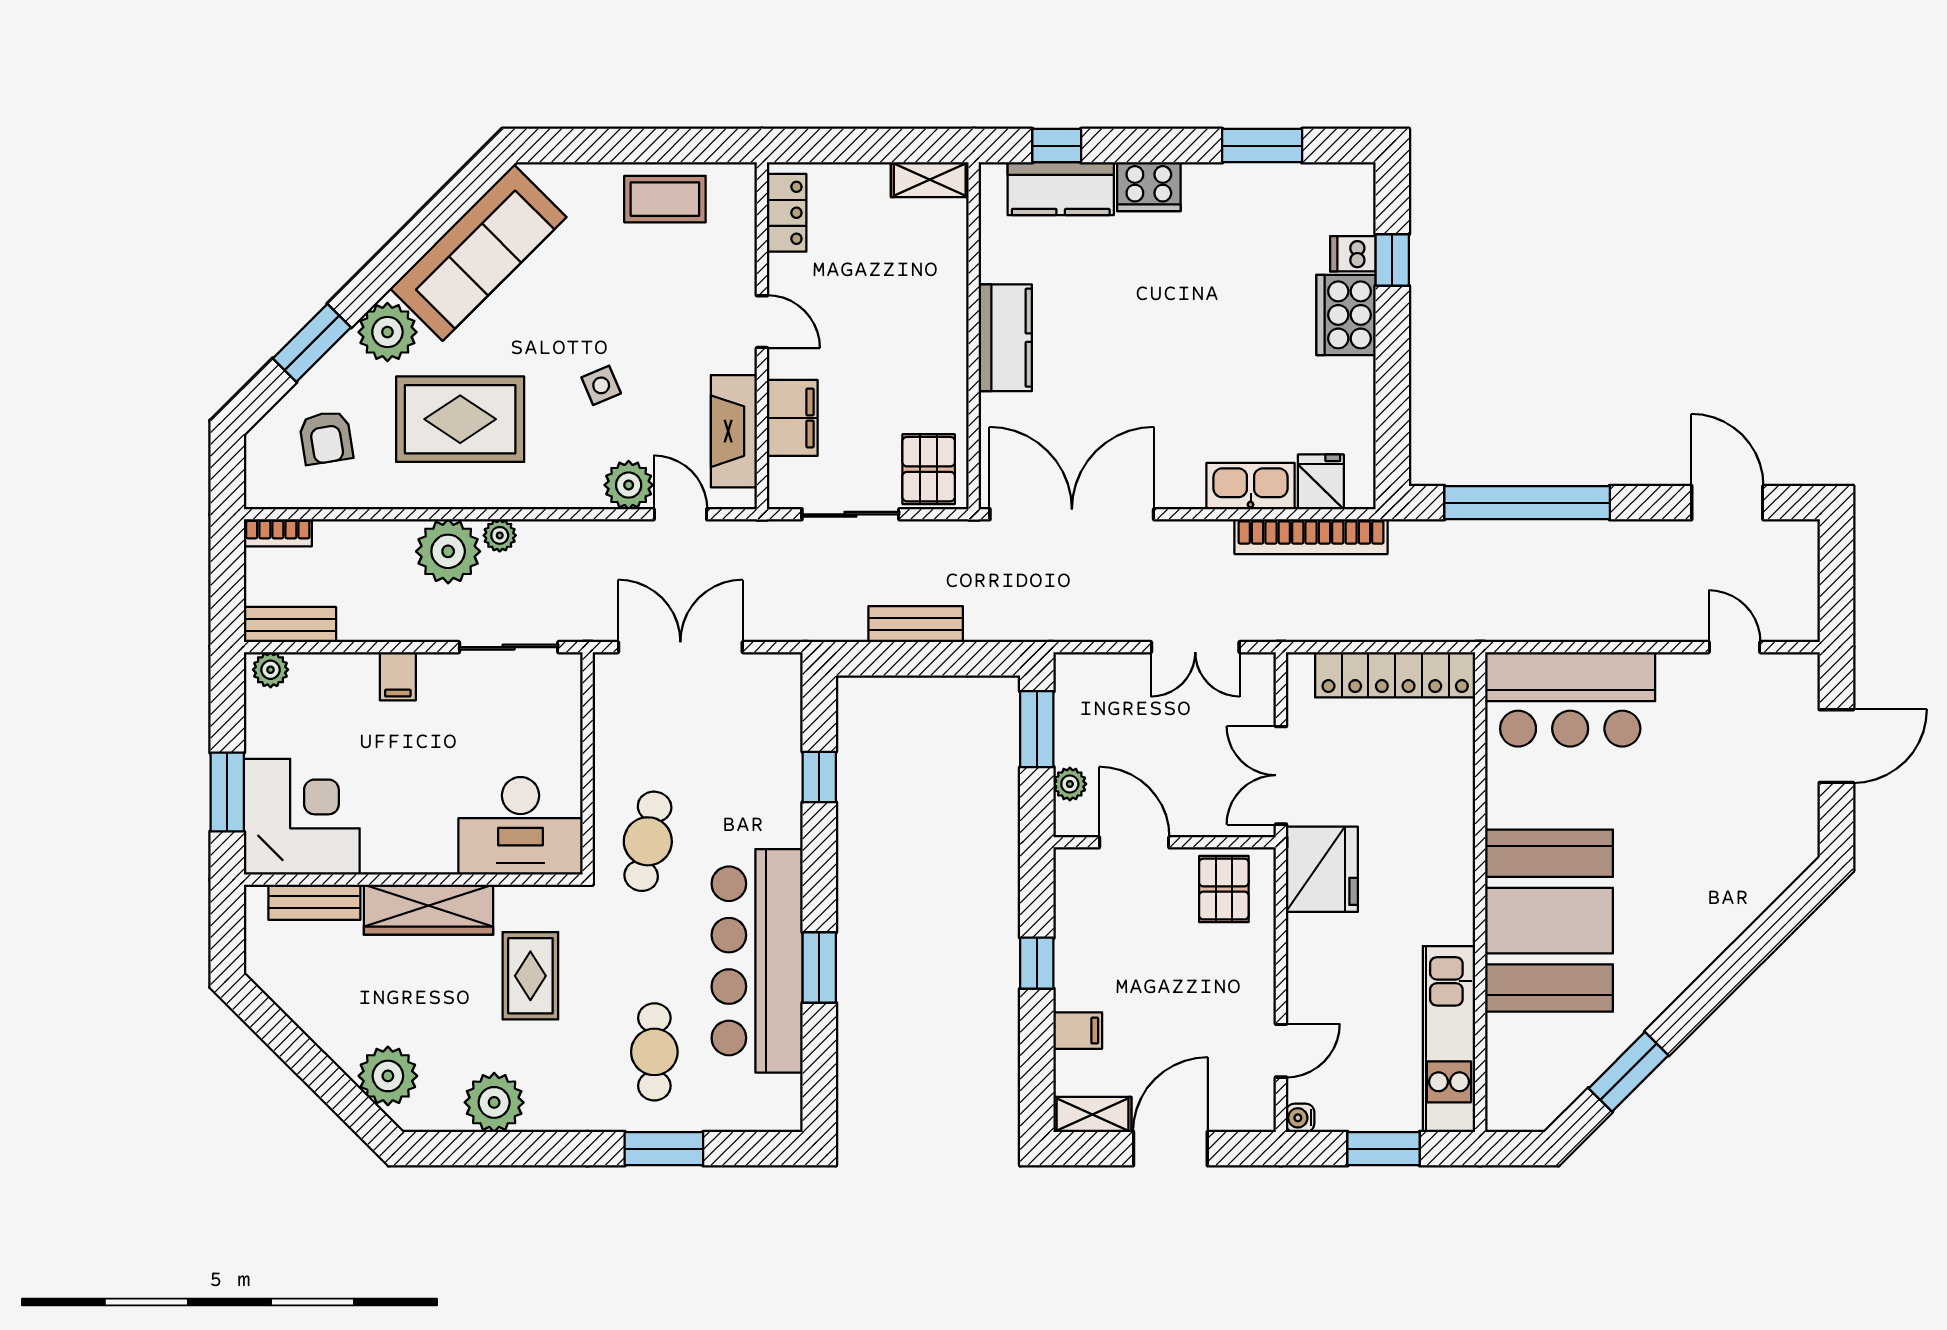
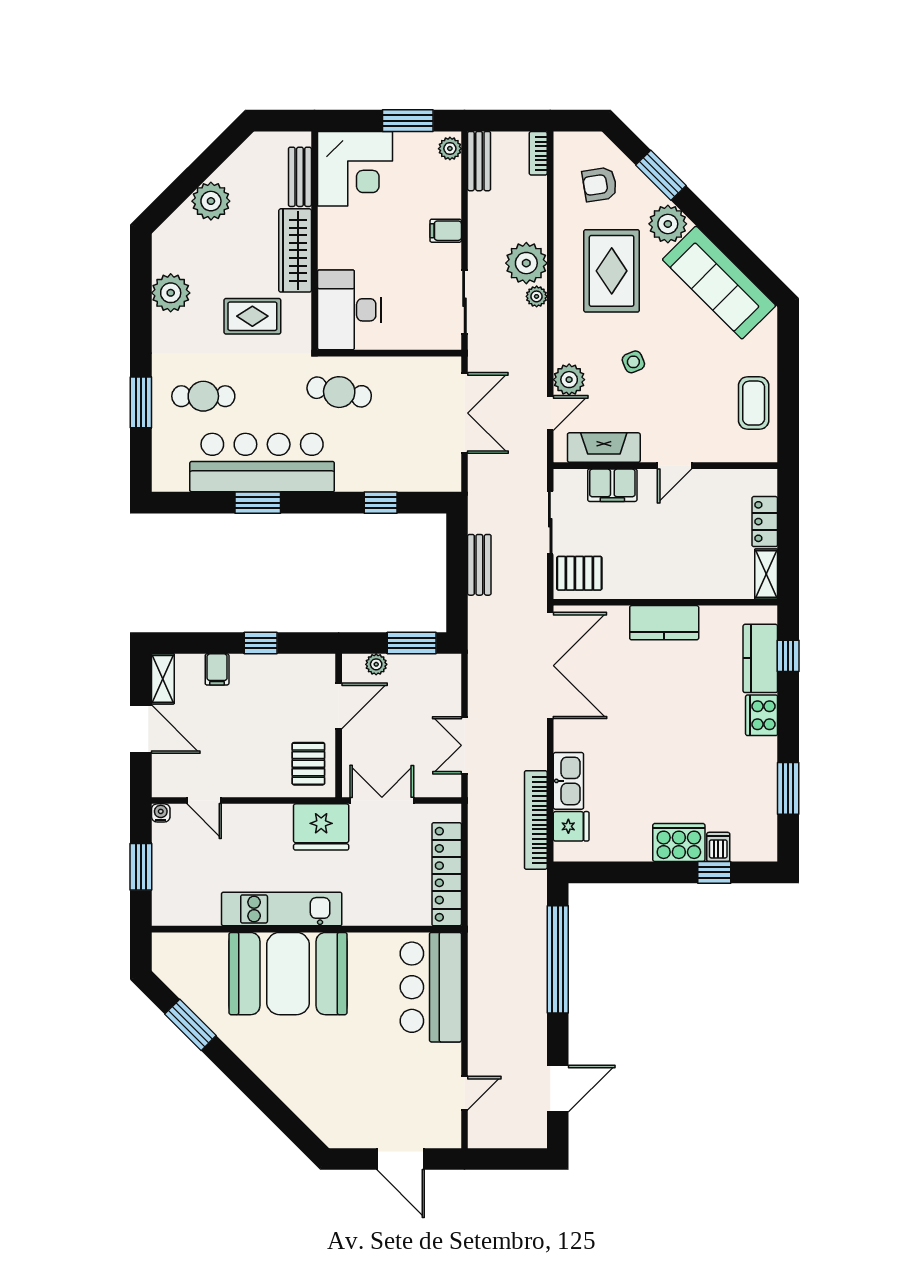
locker: (787, 213) -> (765, 522), moved, turned 90
window: (227, 792) -> (408, 121), moved
pallet: (1224, 889) -> (308, 764), turned 90
kitchen unit: (1449, 1039) -> (282, 909), moved
plant: (388, 1076) -> (211, 201), moved

